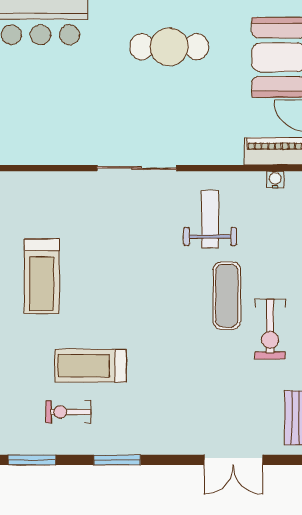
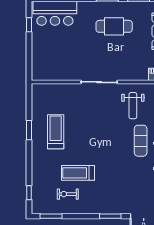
weight bench: (210, 219) -> (133, 106), turned 180
treadmill: (42, 276) -> (56, 132), turned 180
window: (117, 460) -> (110, 216), moved

